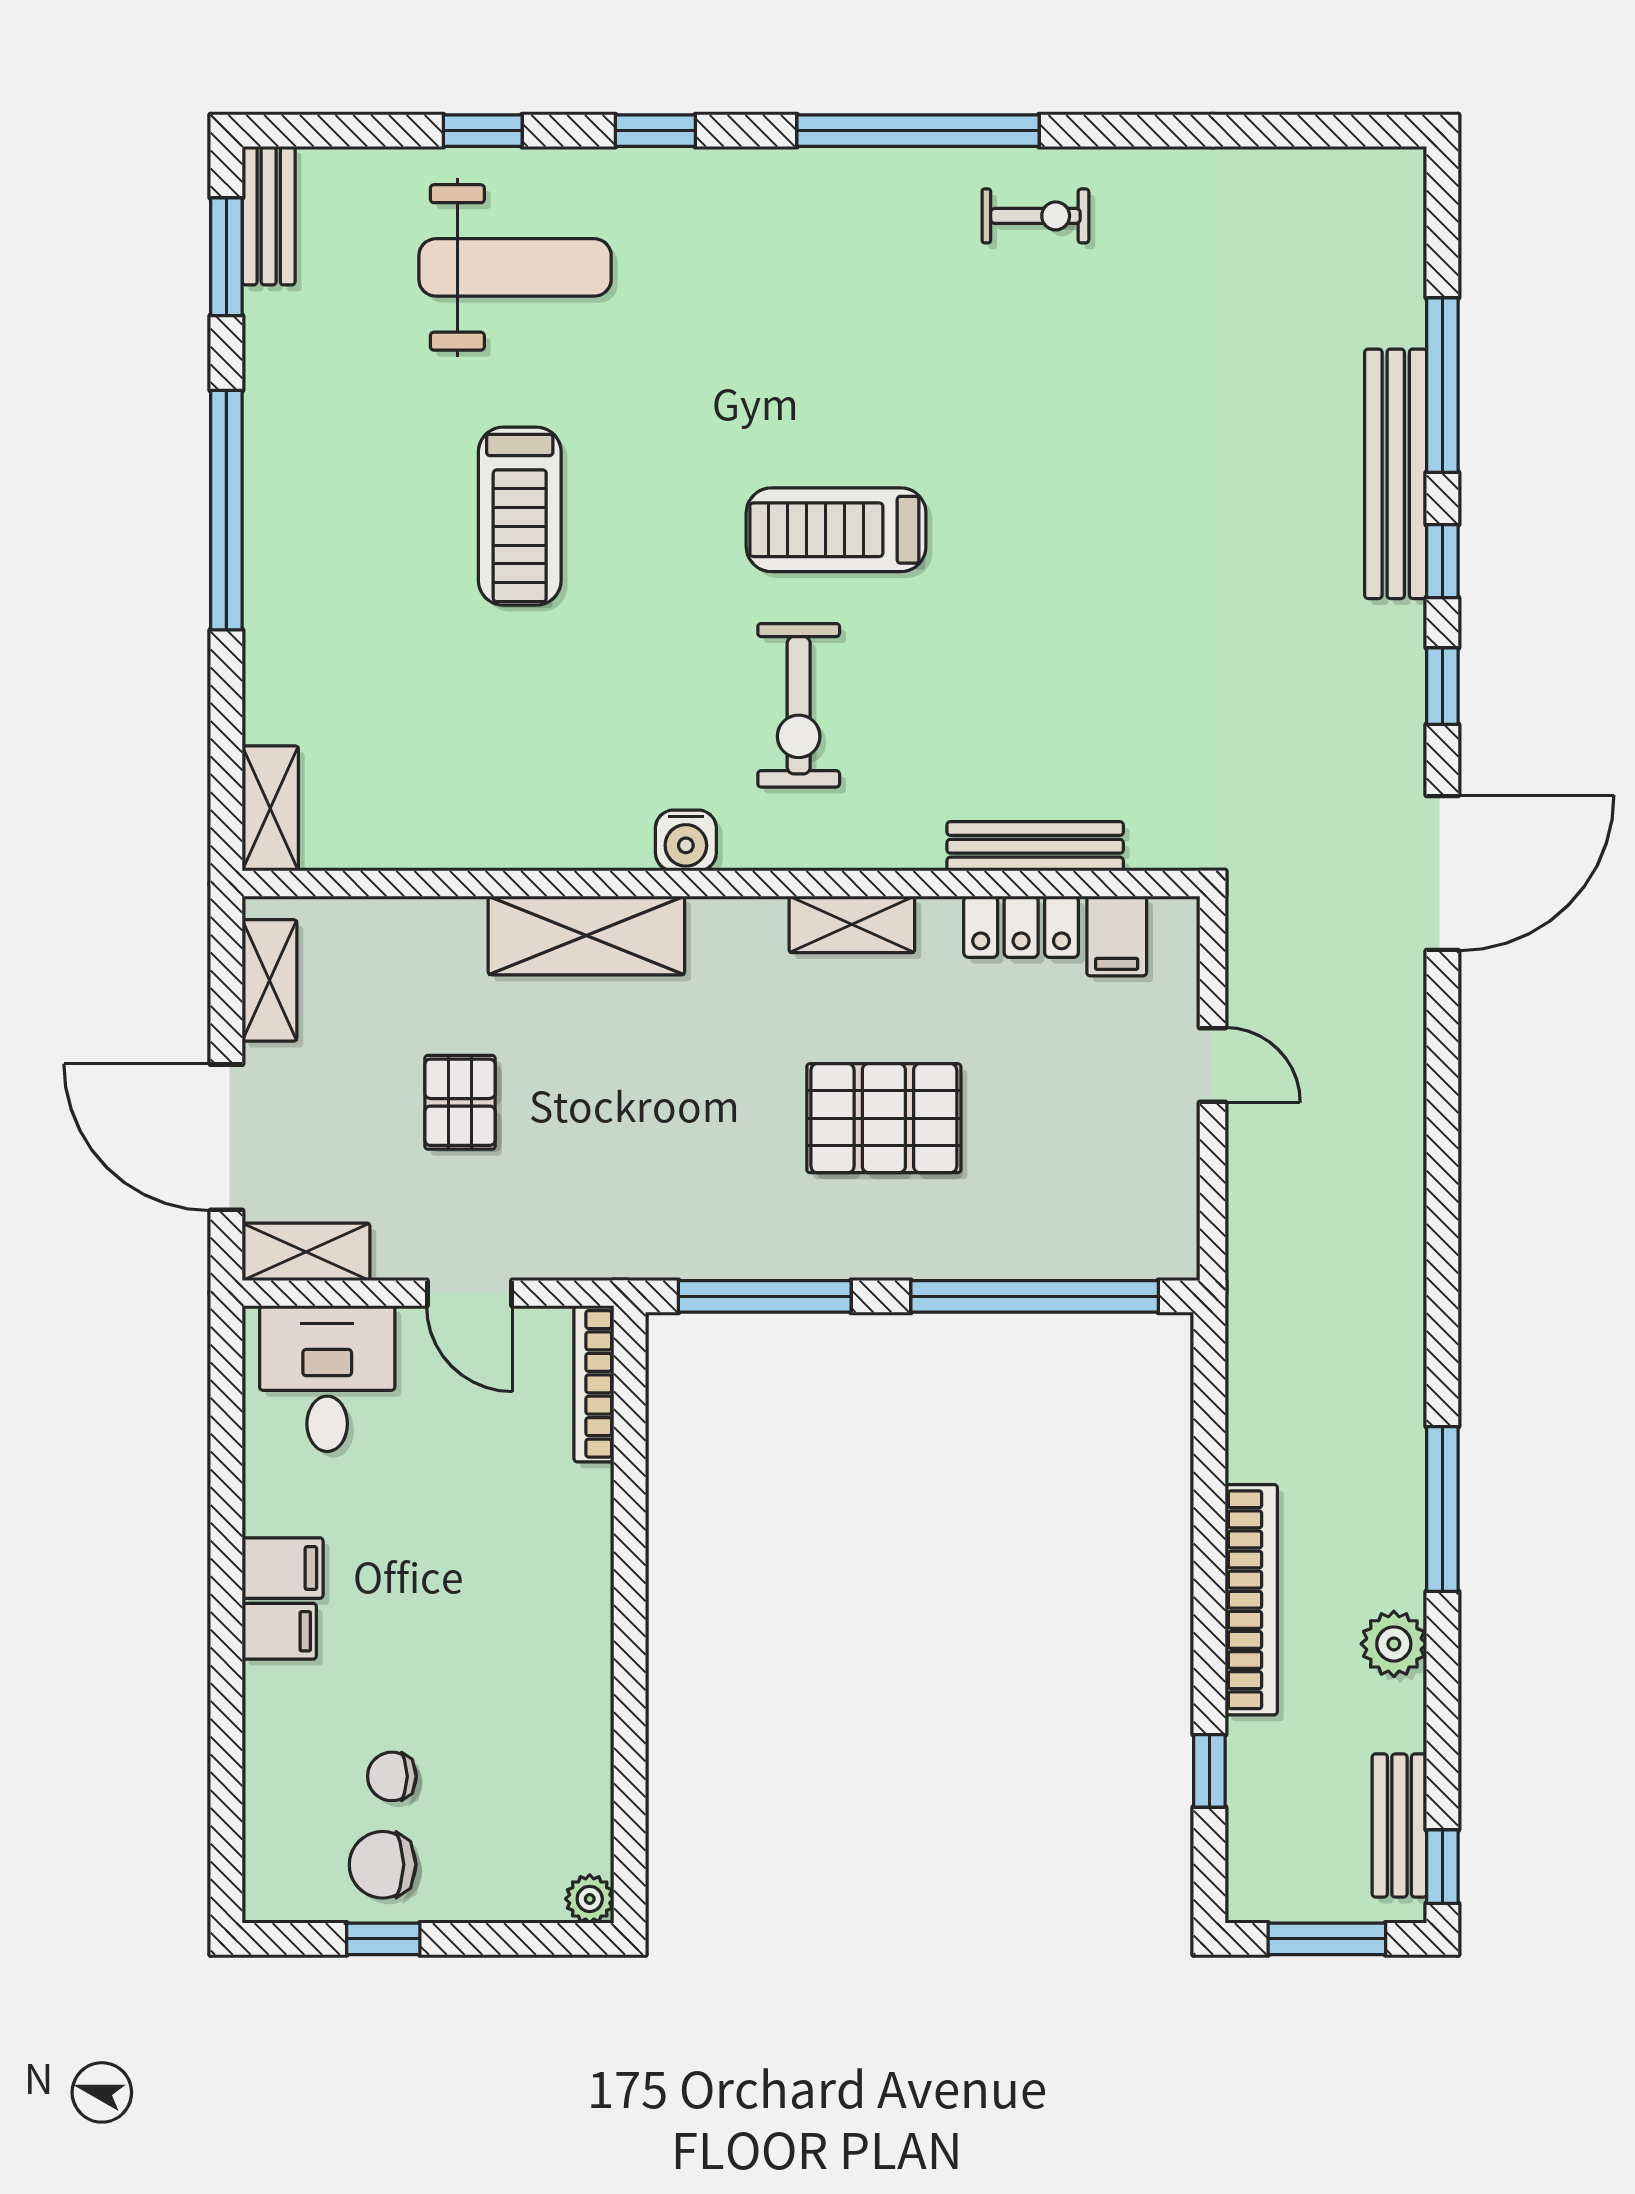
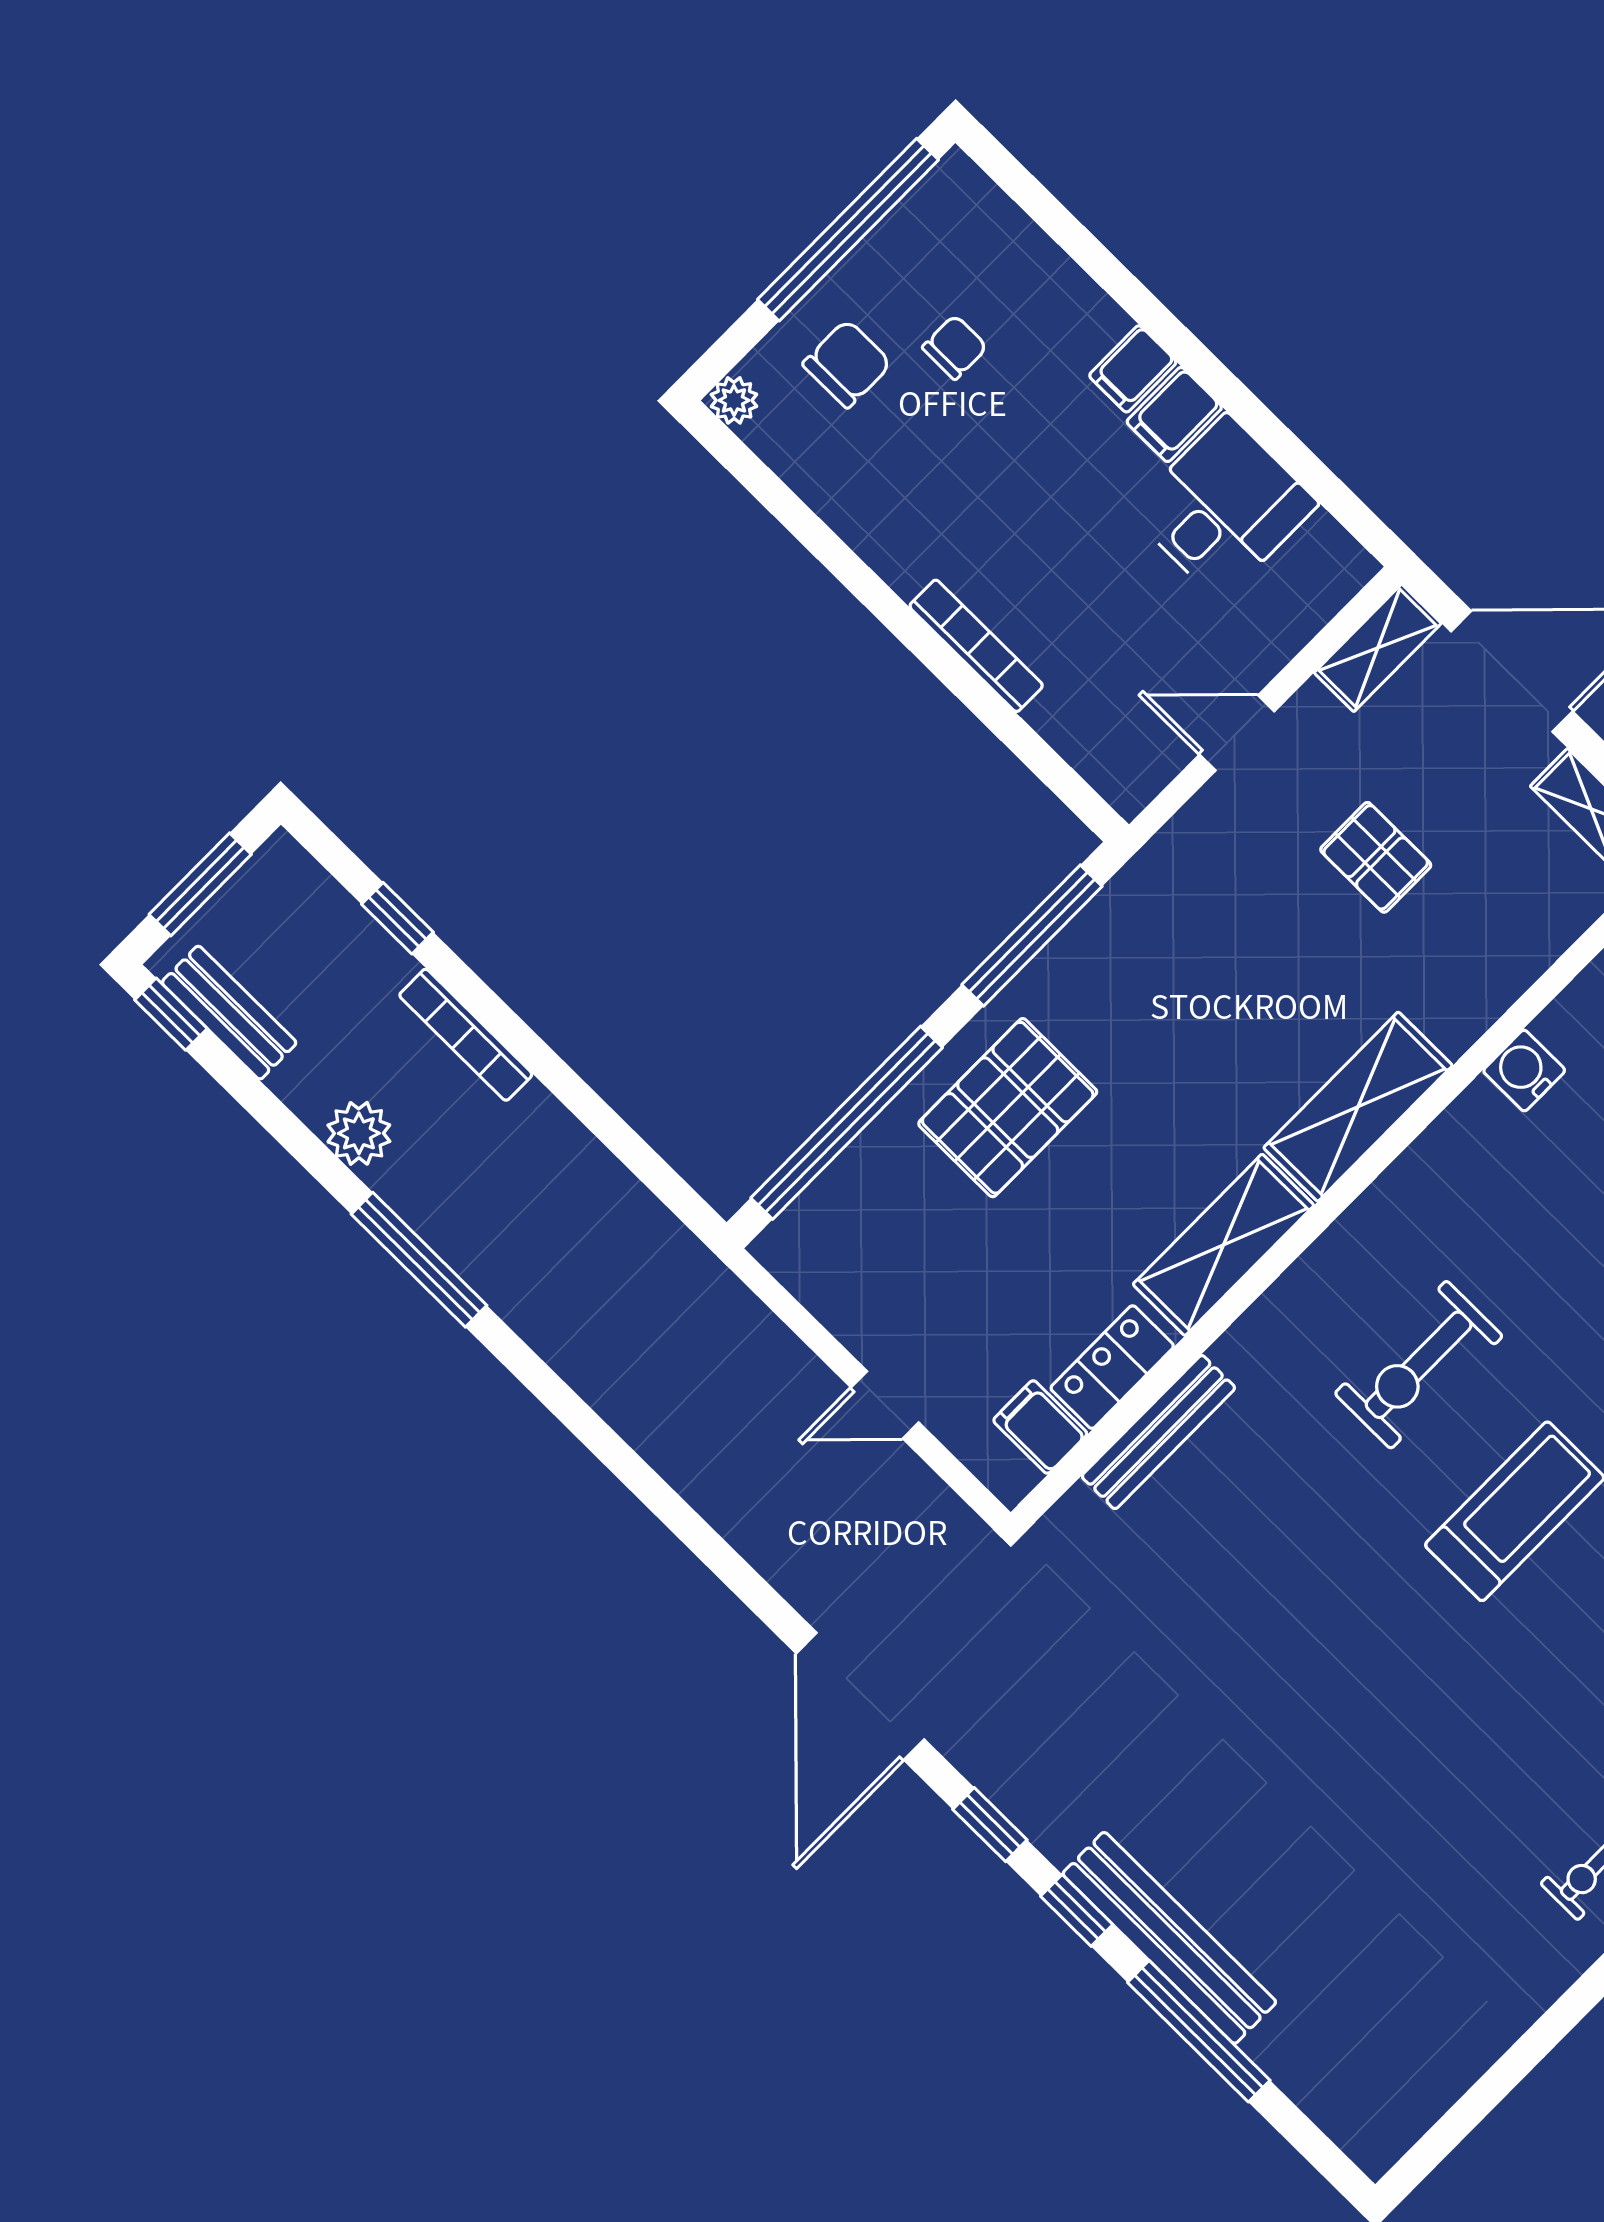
exercise bike: (799, 705) -> (1419, 1365), turned -90
water cooler: (686, 840) -> (1524, 1071), moved
shelving: (852, 924) -> (1223, 1245), width x1.50, depth x1.33
shelving: (586, 935) -> (1358, 1107), moved
pallet: (884, 1118) -> (1008, 1108), moved
desk: (327, 1379) -> (1223, 508), moved, turned -90
bookcase: (594, 1384) -> (976, 646), moved
bookcase: (1251, 1600) -> (466, 1035), width x0.68, depth x0.76
chair: (383, 1865) -> (847, 364), moved
window: (383, 1939) -> (848, 230), width x3.17

